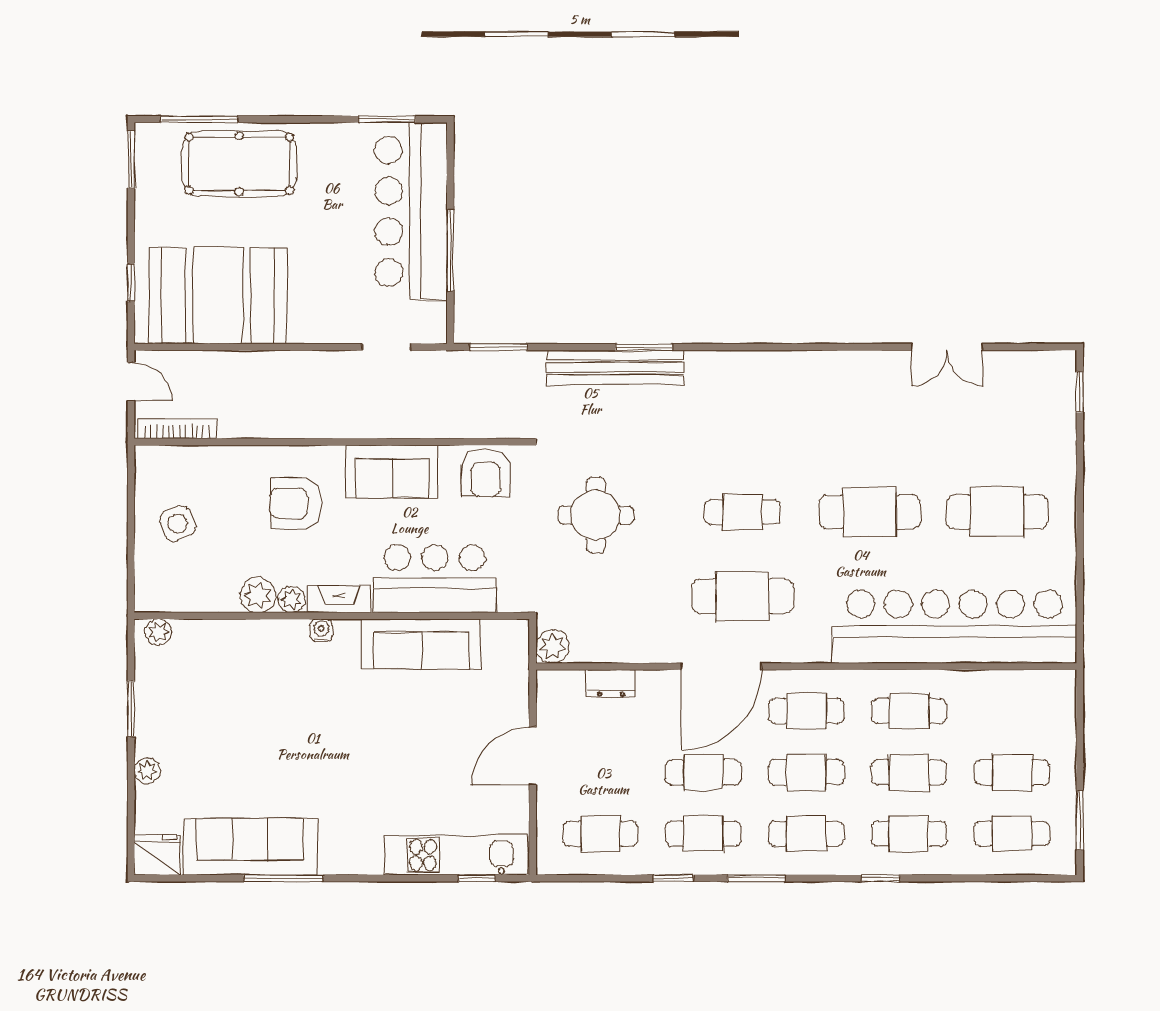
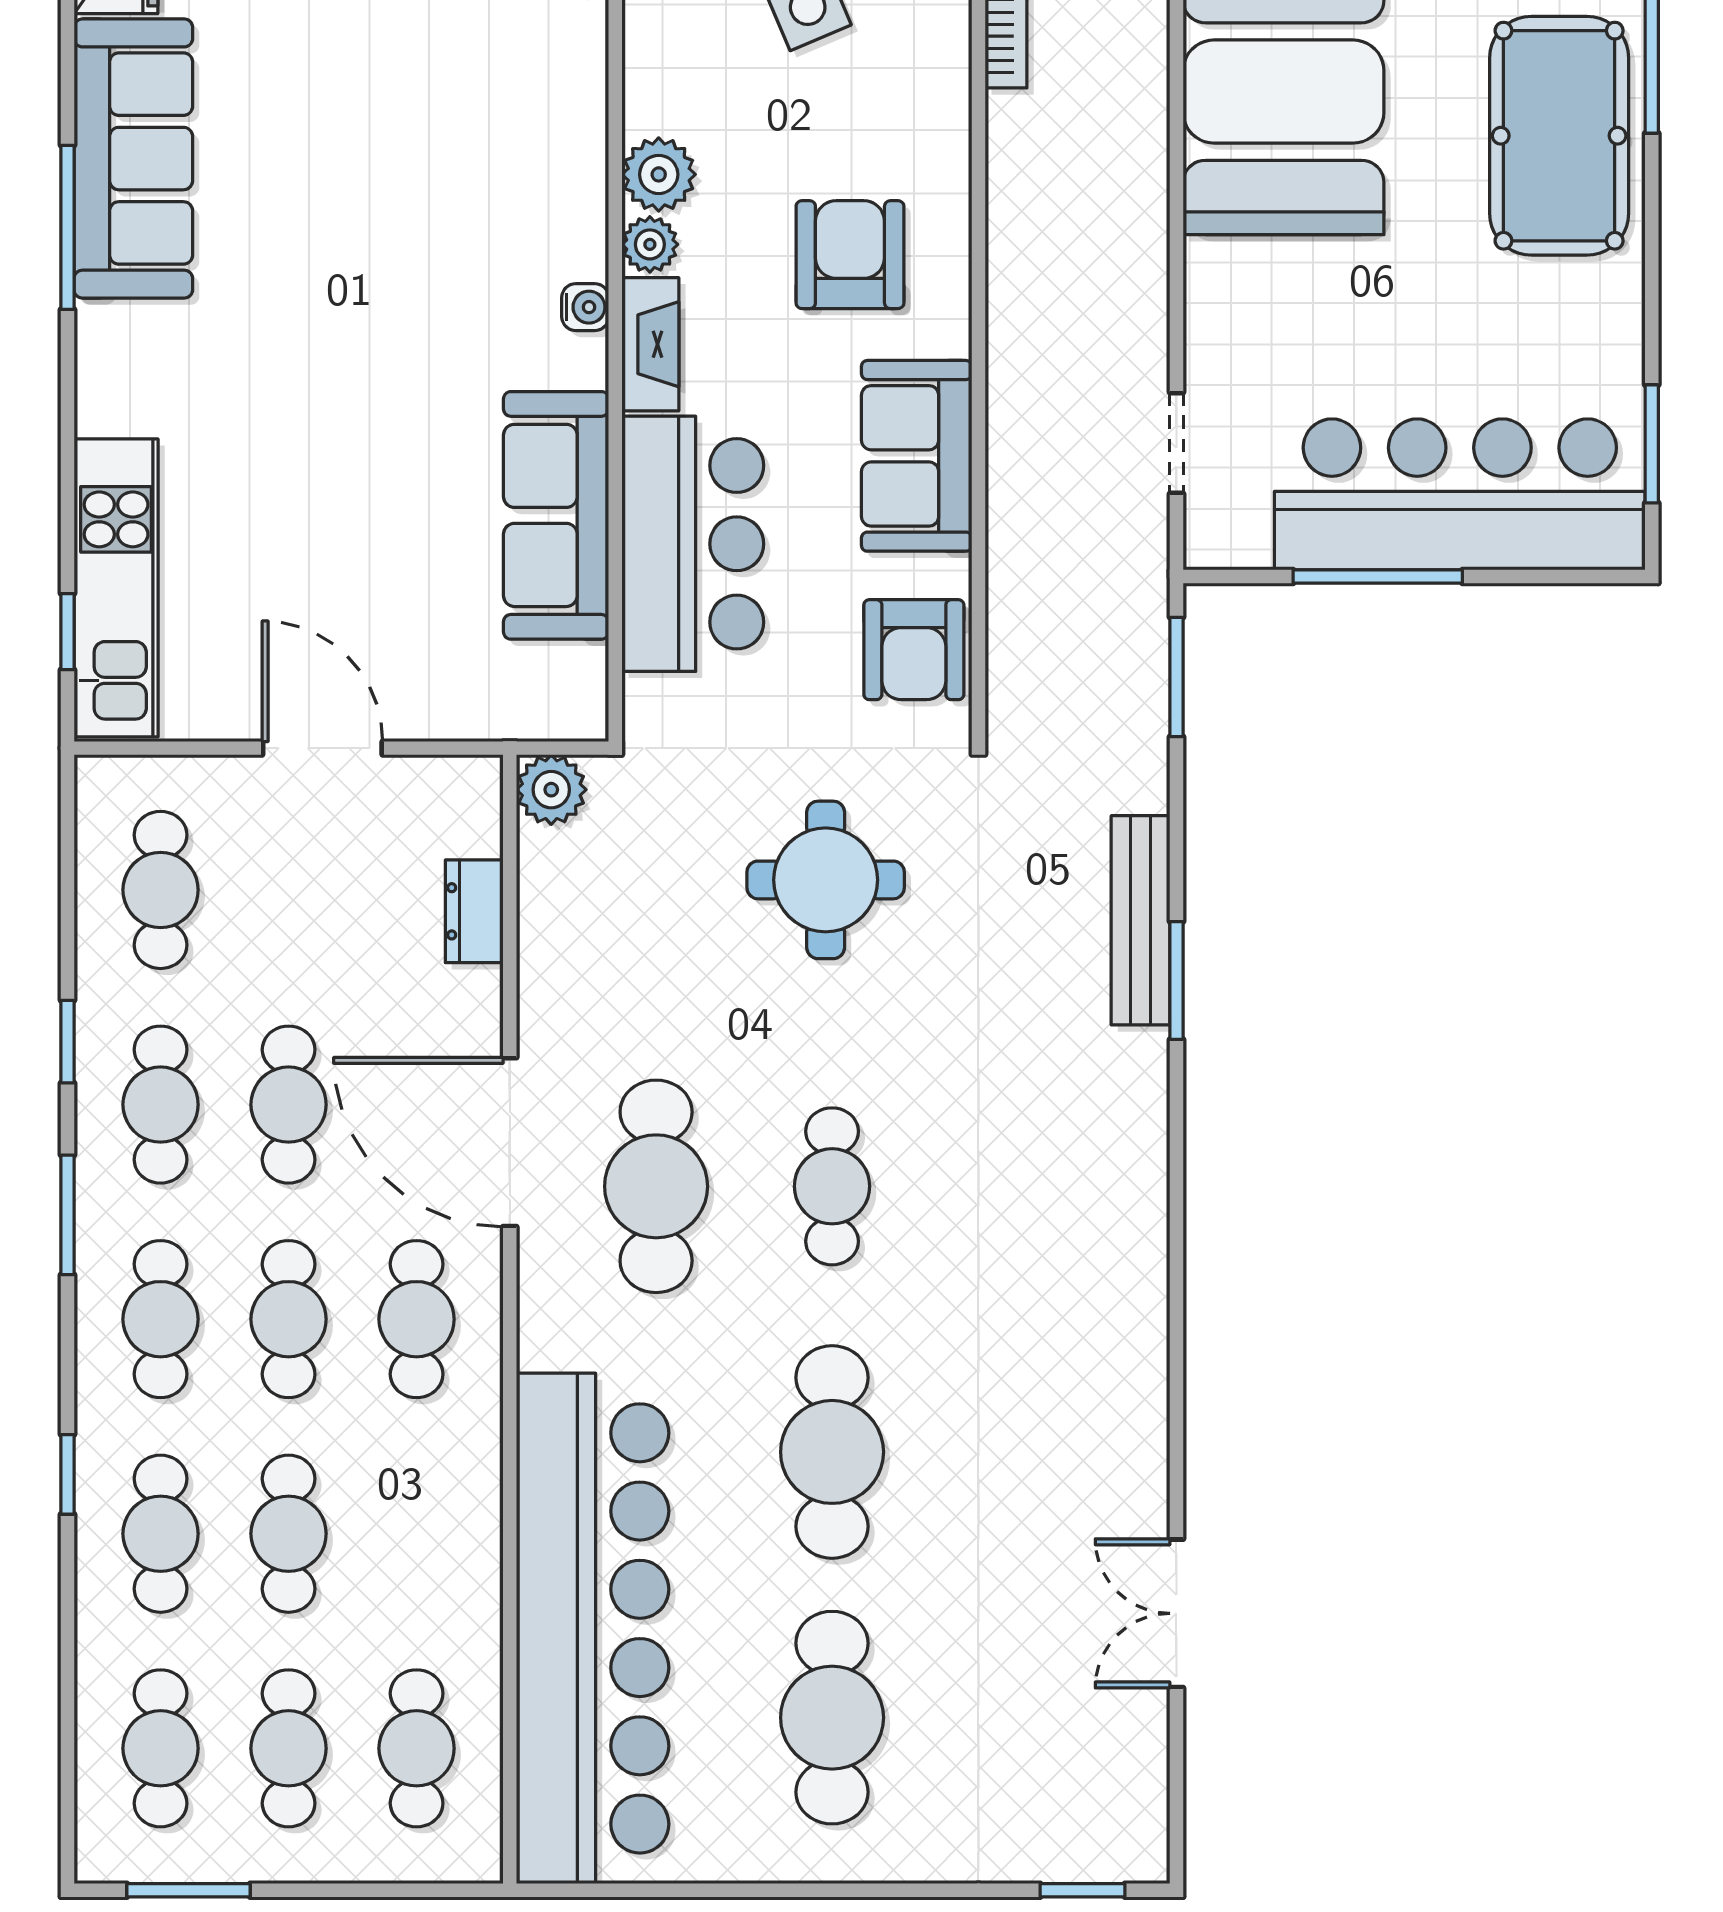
bench: (615, 367) -> (1141, 920), width x0.73, depth x0.82
armchair: (485, 473) -> (914, 650), turned -90
cafe table: (909, 711) -> (417, 1748), moved

